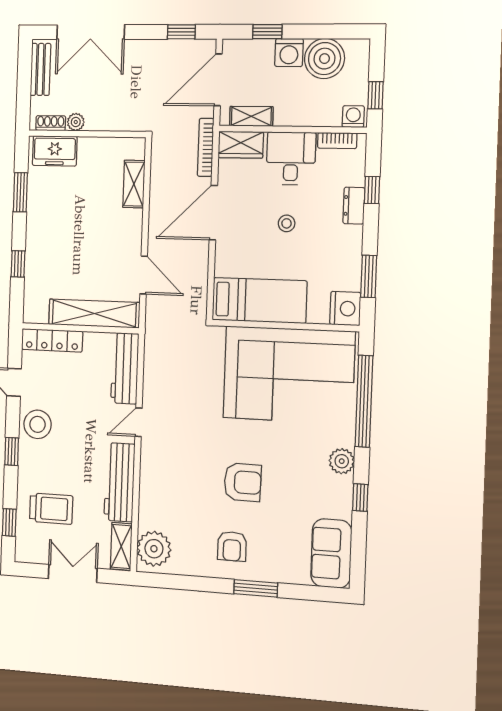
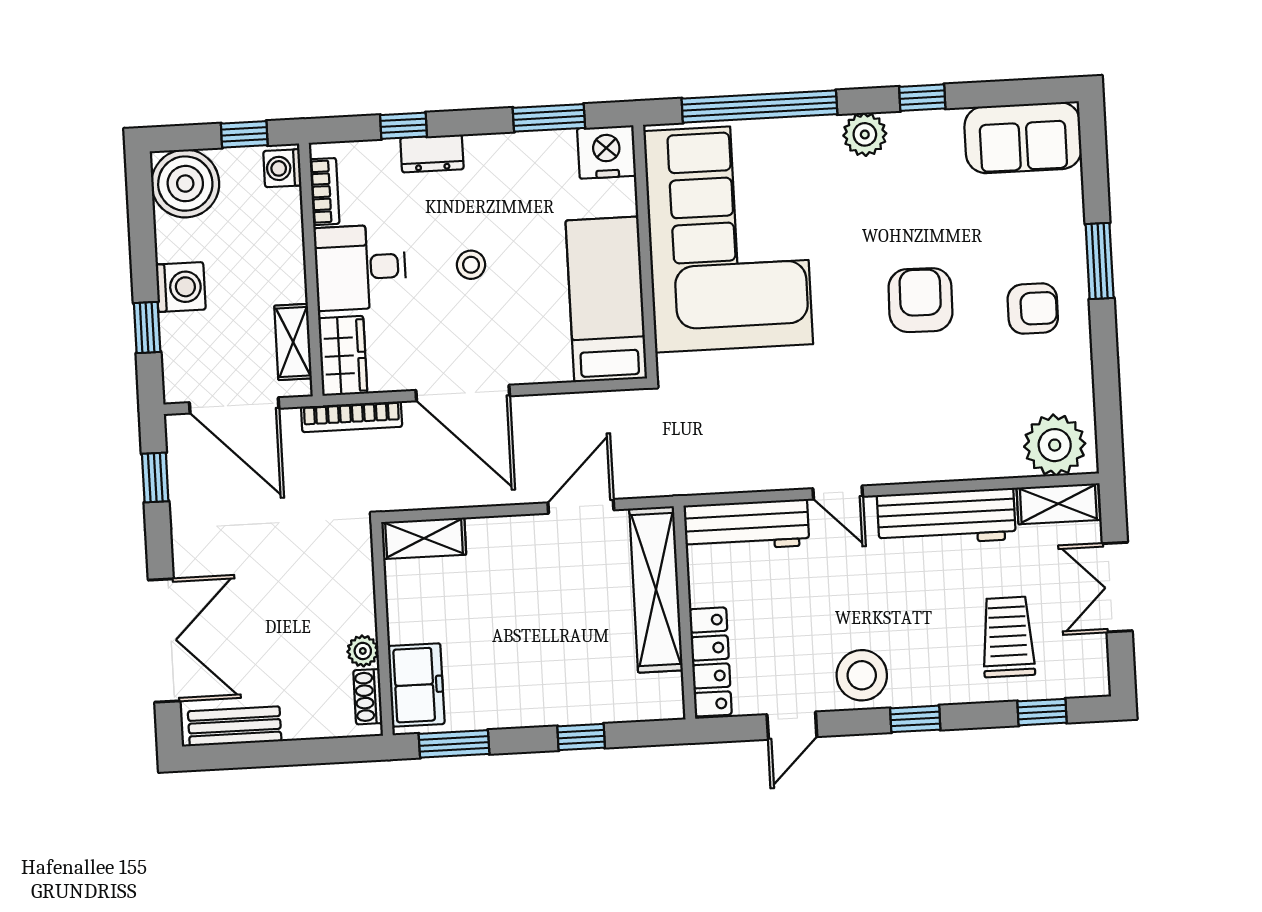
boiler: (324, 59) -> (185, 184), moved
plant: (76, 122) -> (363, 651), moved
shoe rack: (51, 123) -> (368, 697), moved
wall: (87, 134) -> (382, 629), moved
freezer: (55, 151) -> (416, 685), moved

